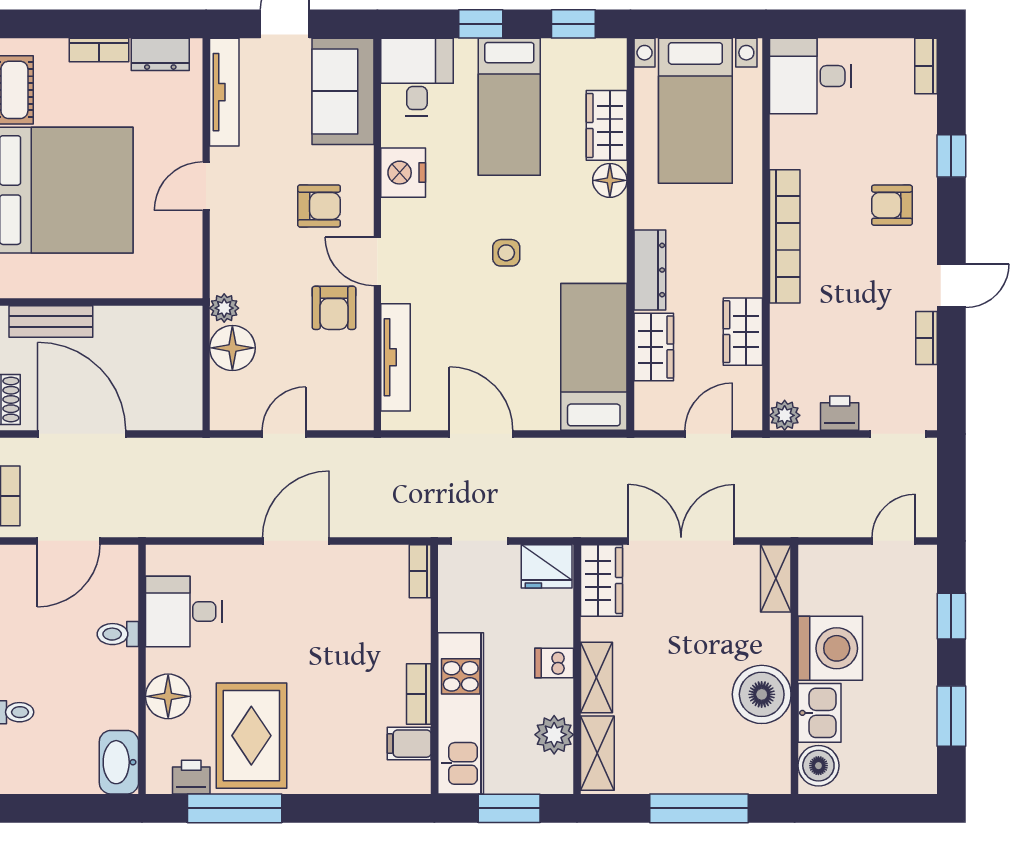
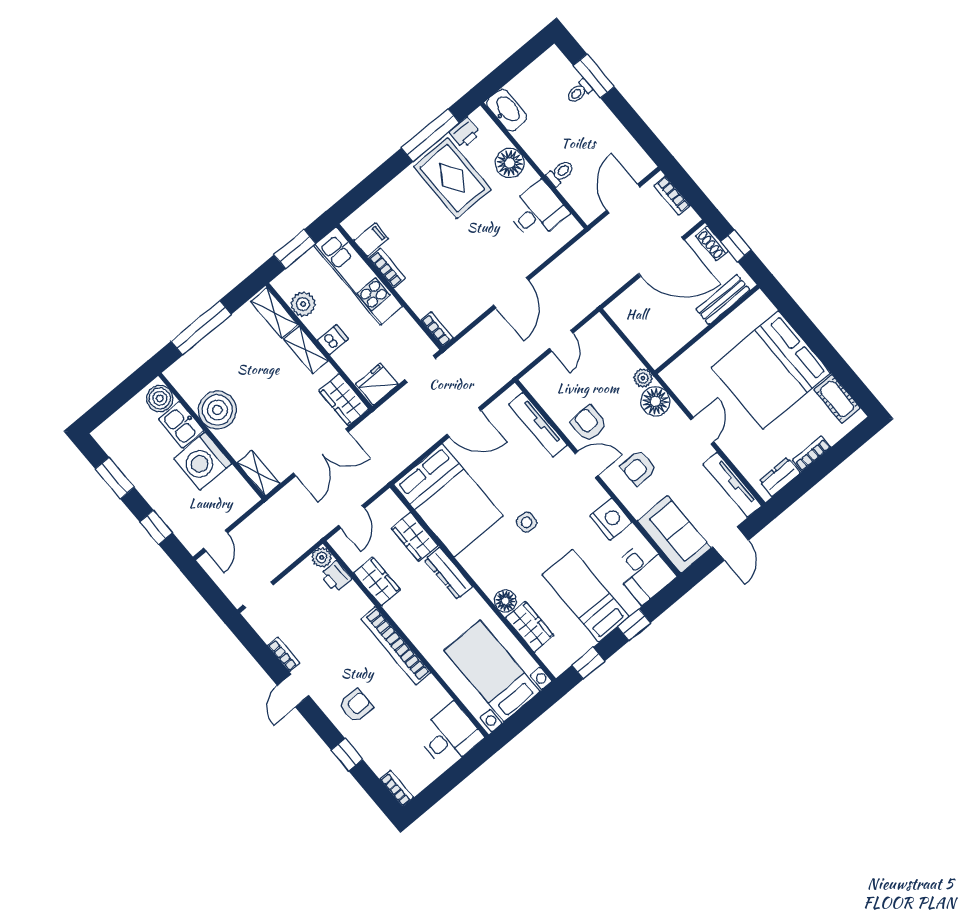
floor lamp: (232, 348) -> (655, 401), moved
bed: (594, 357) -> (448, 500), width x1.50
printer: (840, 413) -> (336, 577), moved, turned 90

